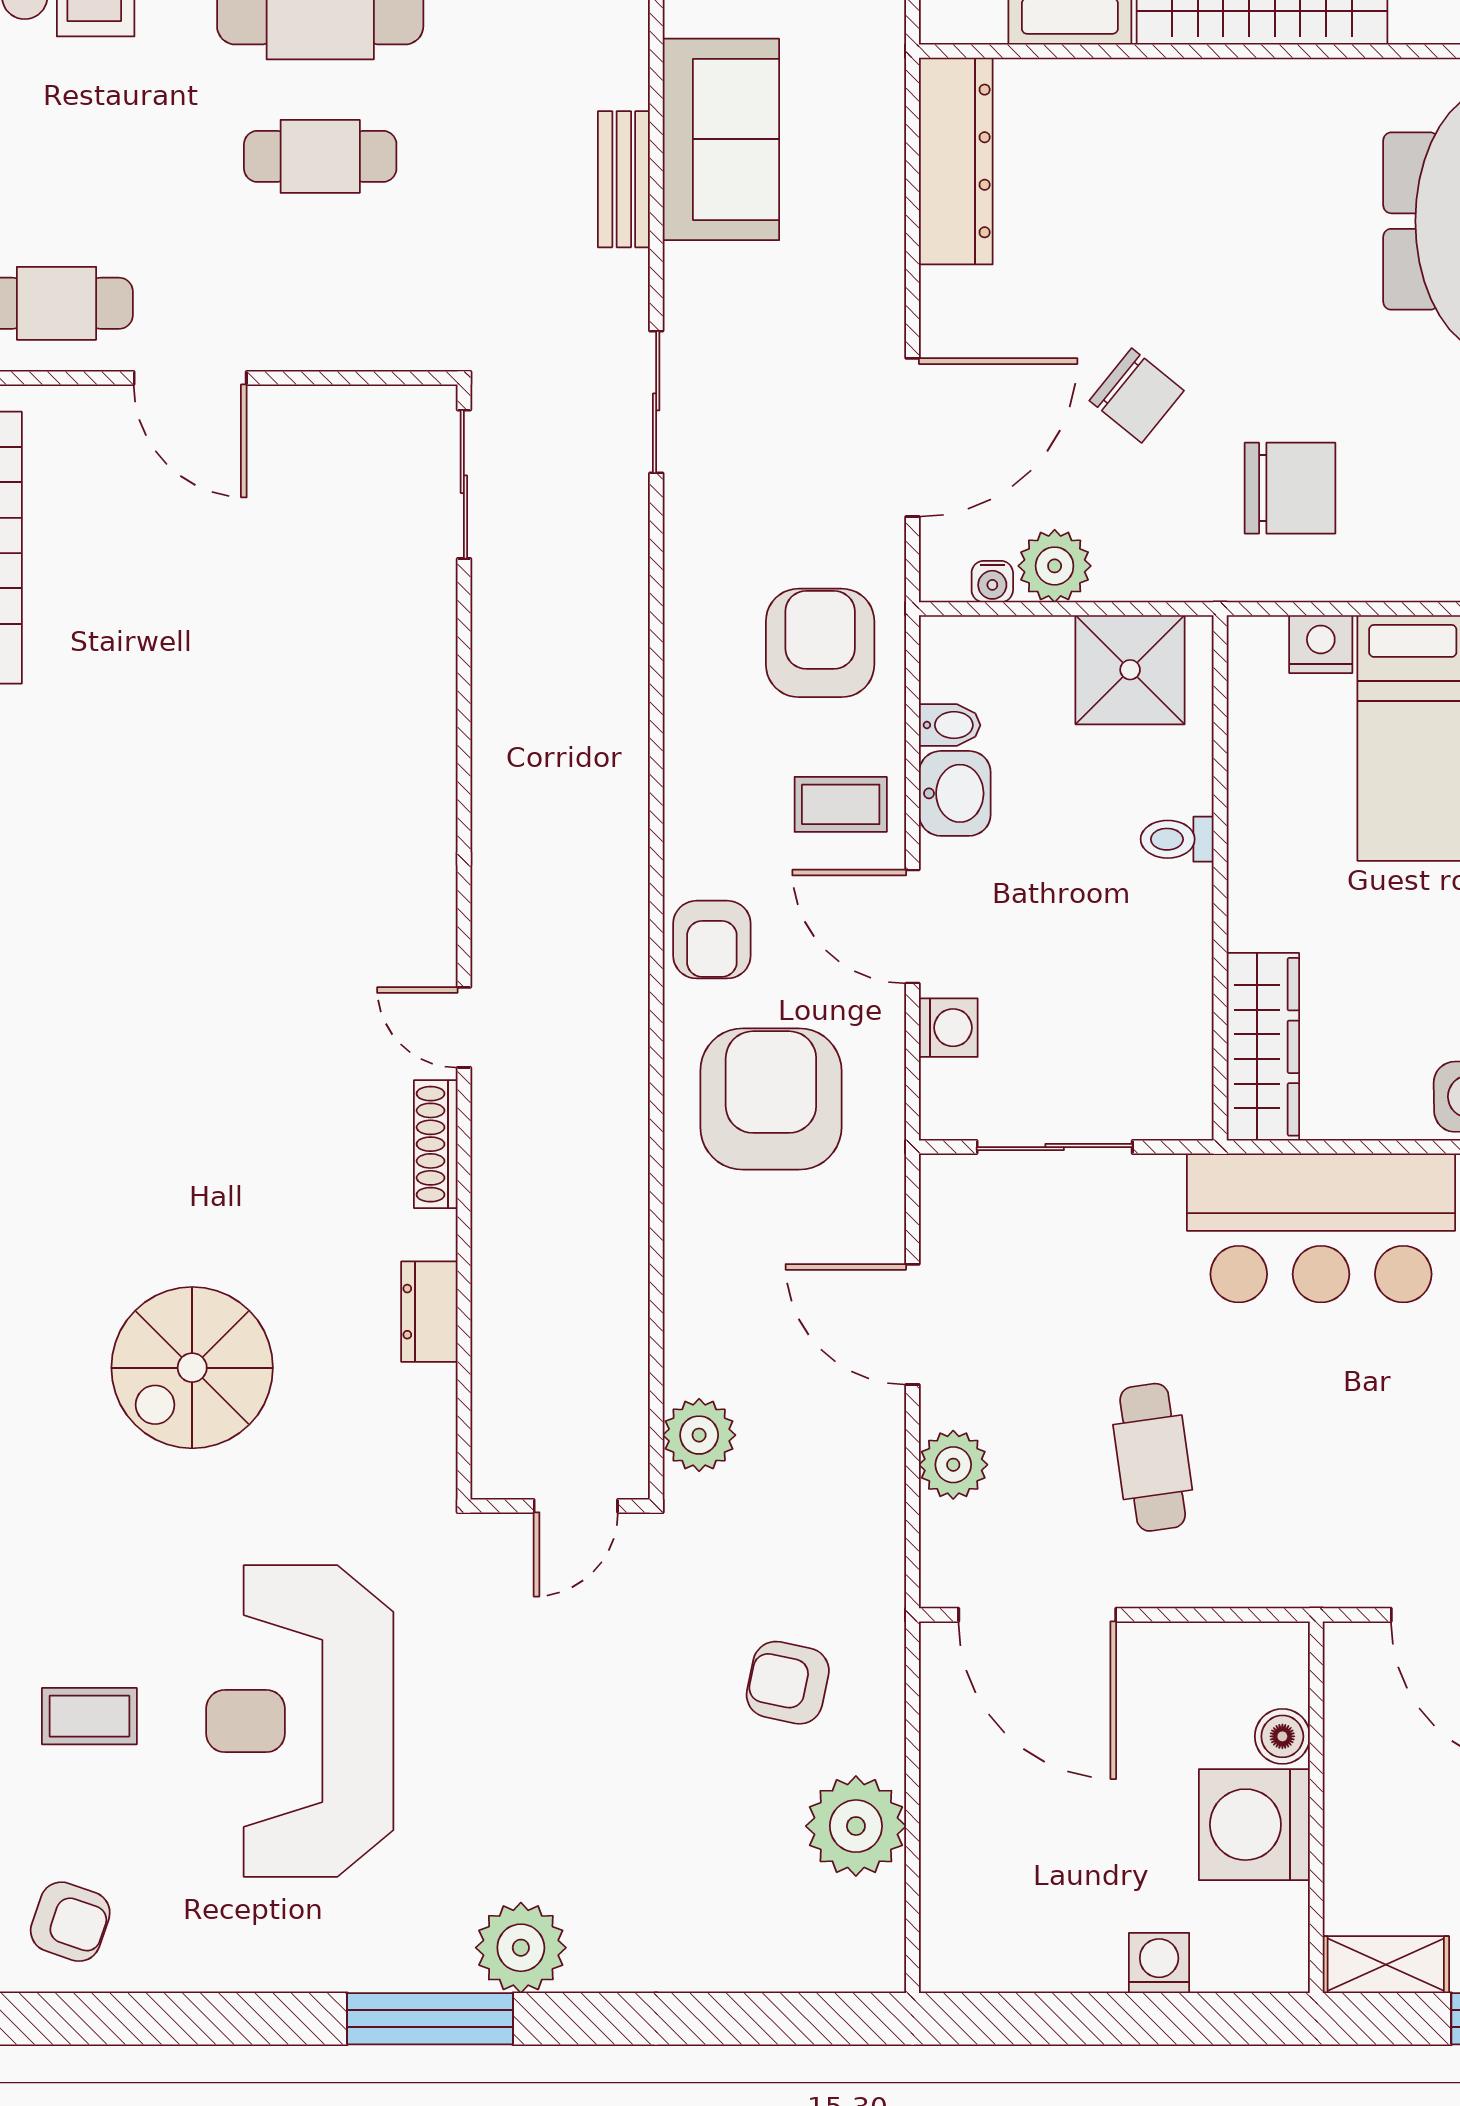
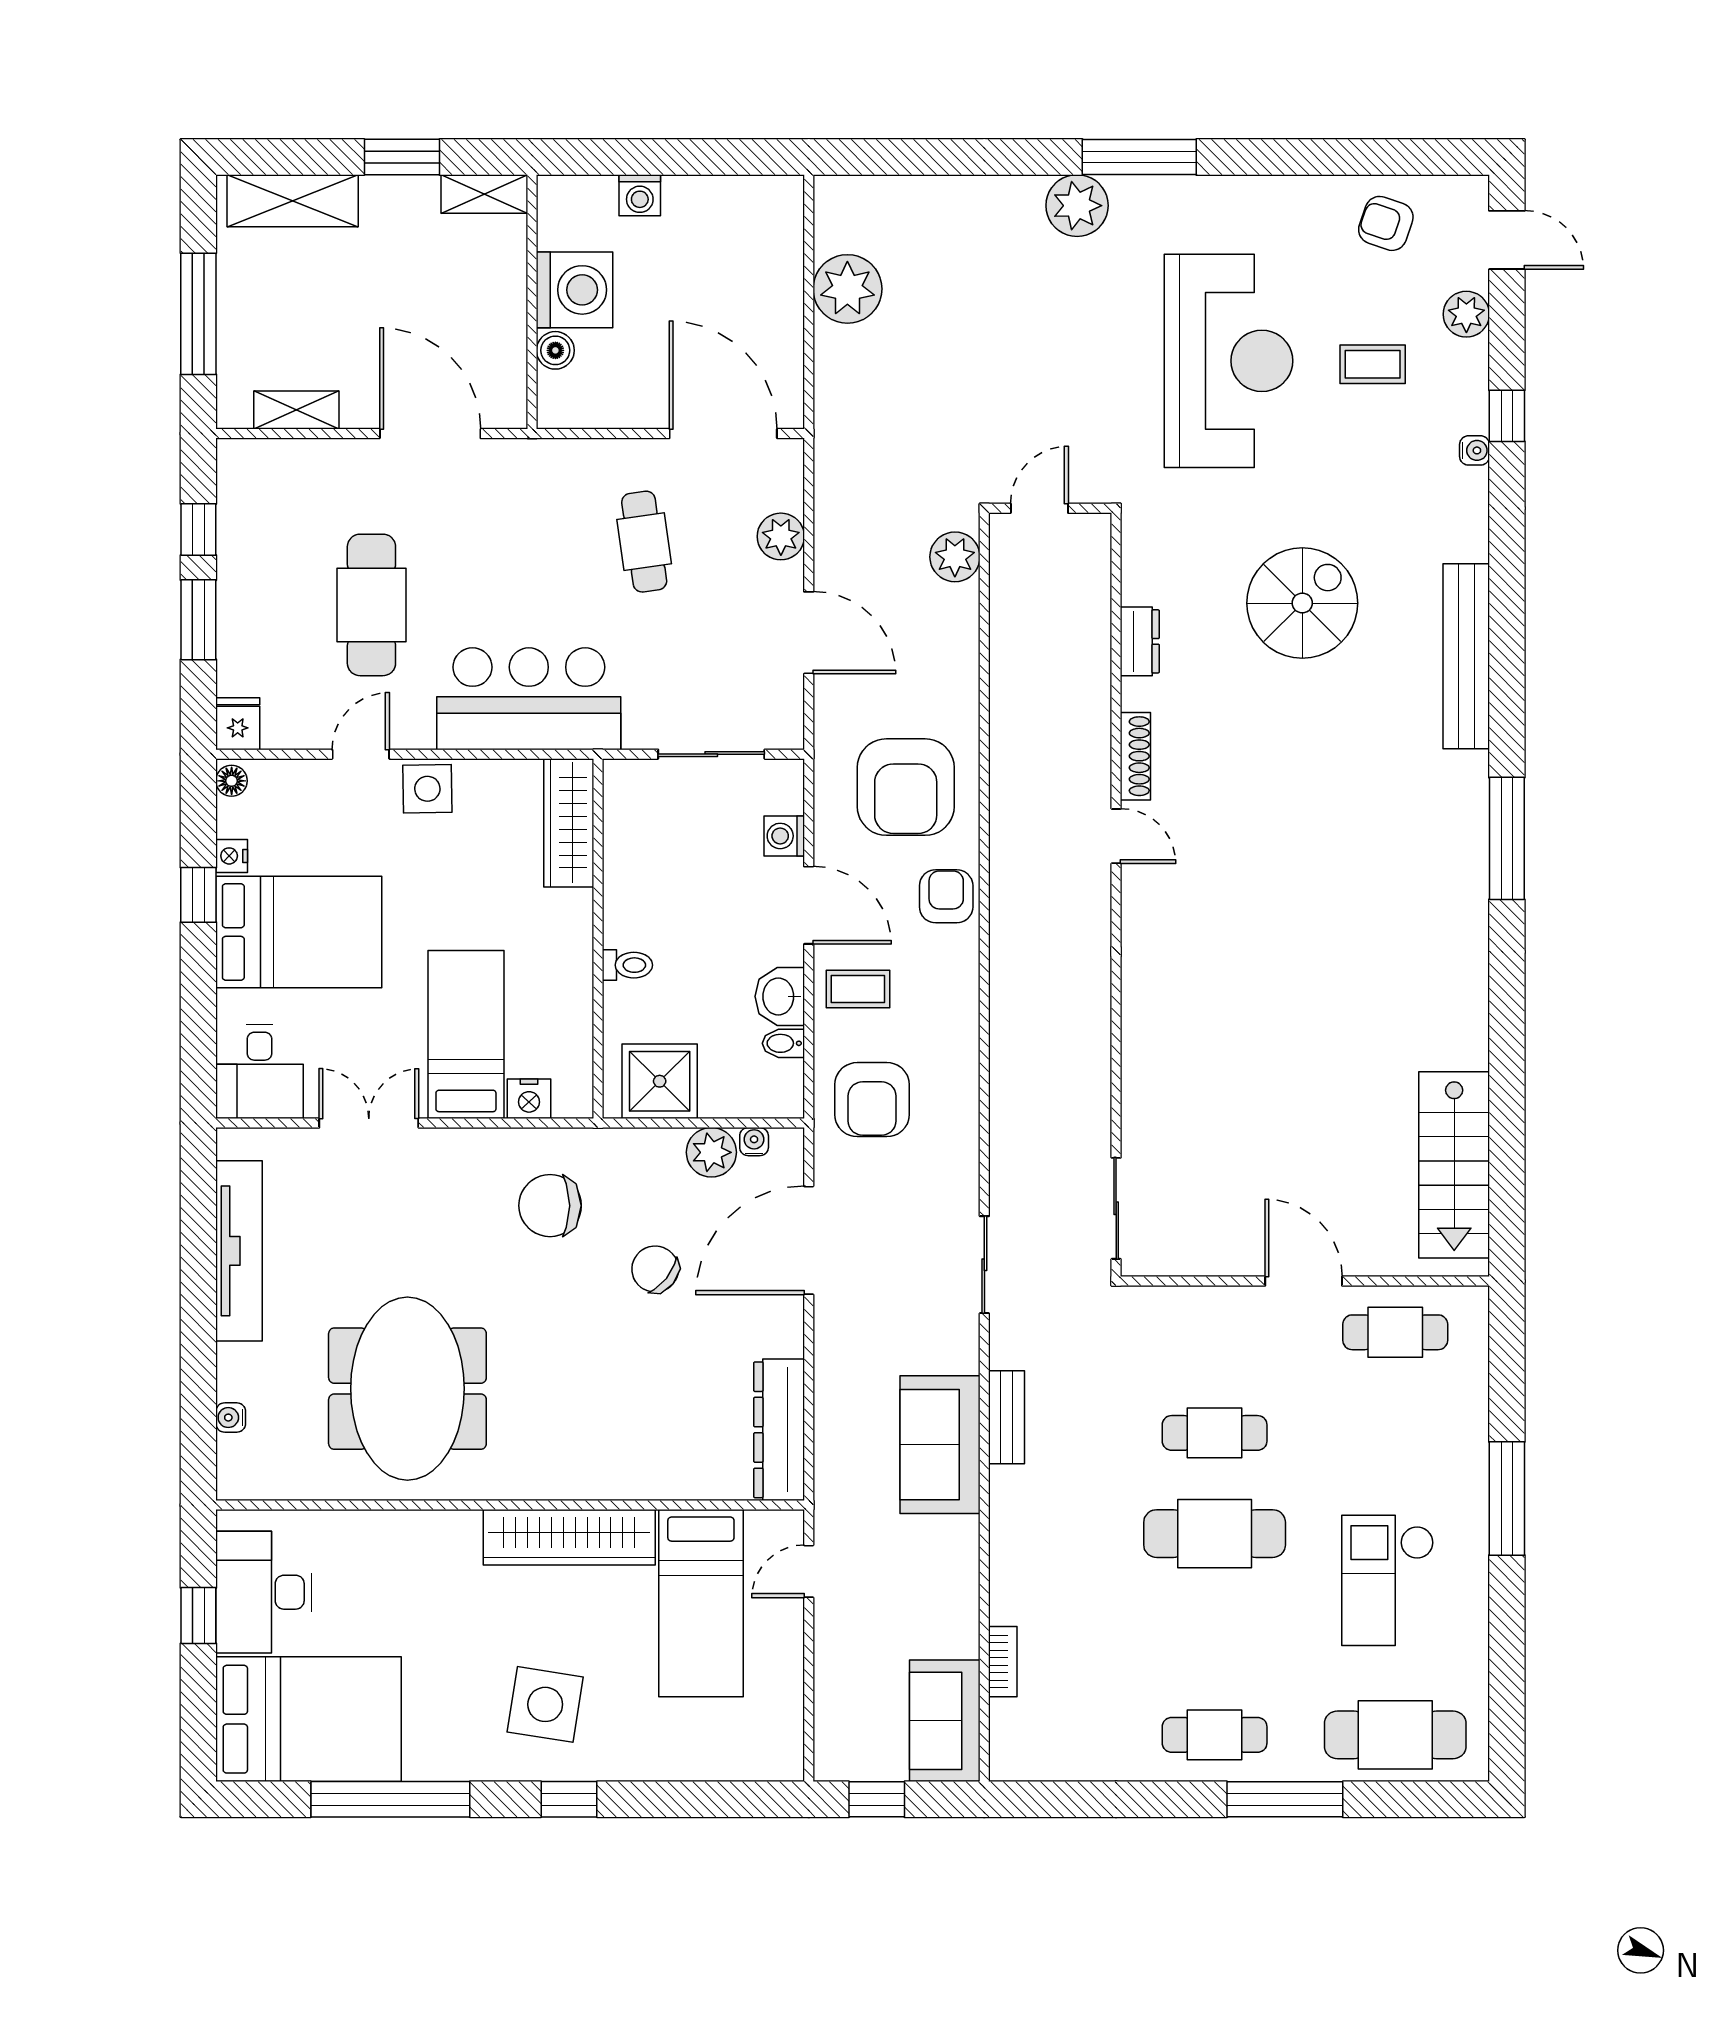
armchair: (788, 1683) -> (894, 387), removed

